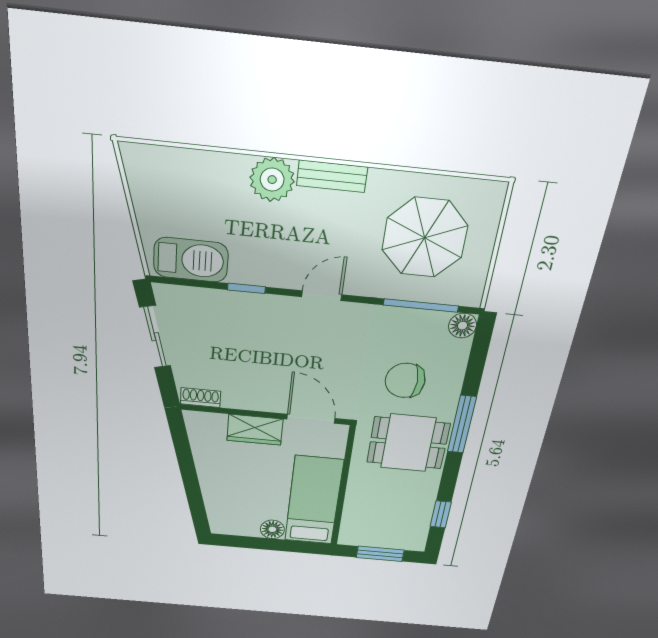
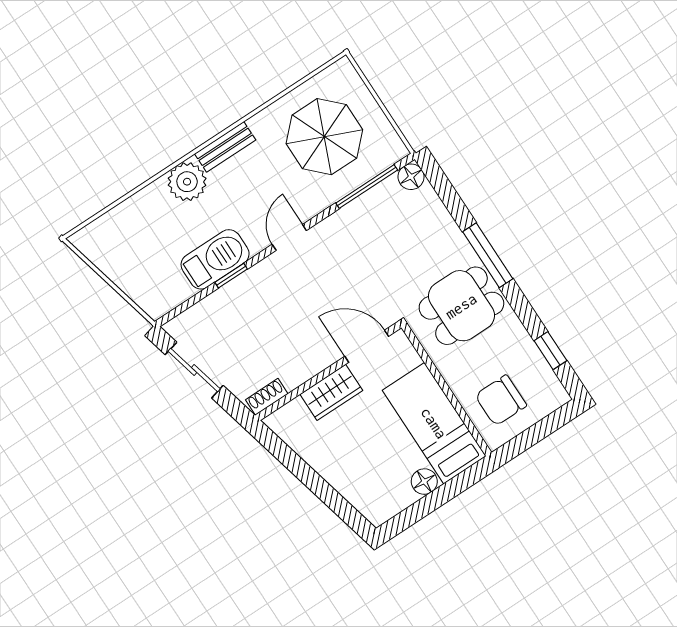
barbecue: (191, 260) -> (215, 259), moved
chair: (405, 380) -> (501, 400), moved
window: (380, 554) -> (537, 433), removed

